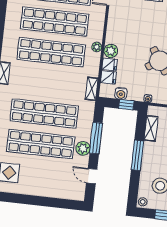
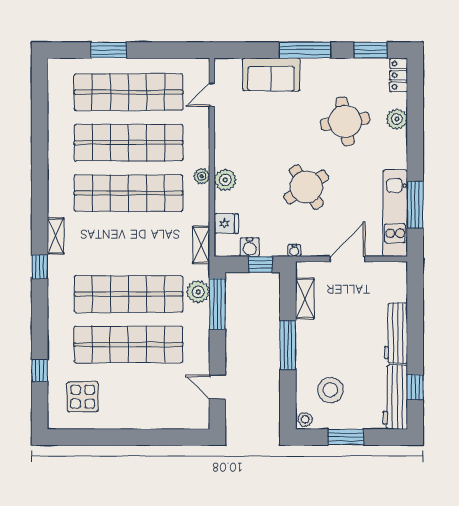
fridge: (110, 64) -> (226, 202), removed
window: (96, 138) -> (217, 304), moved
plant: (83, 148) -> (198, 292), moved

